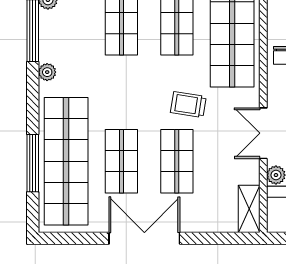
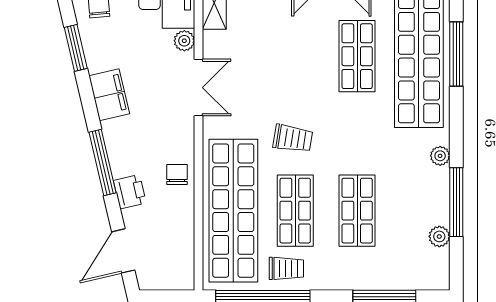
trolley: (188, 105) -> (293, 138), moved
shop shelf: (177, 161) -> (295, 56), removed

